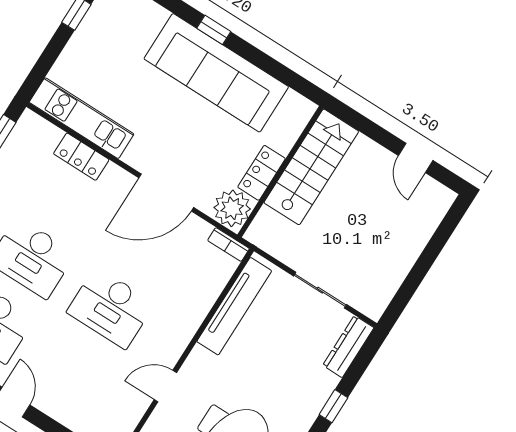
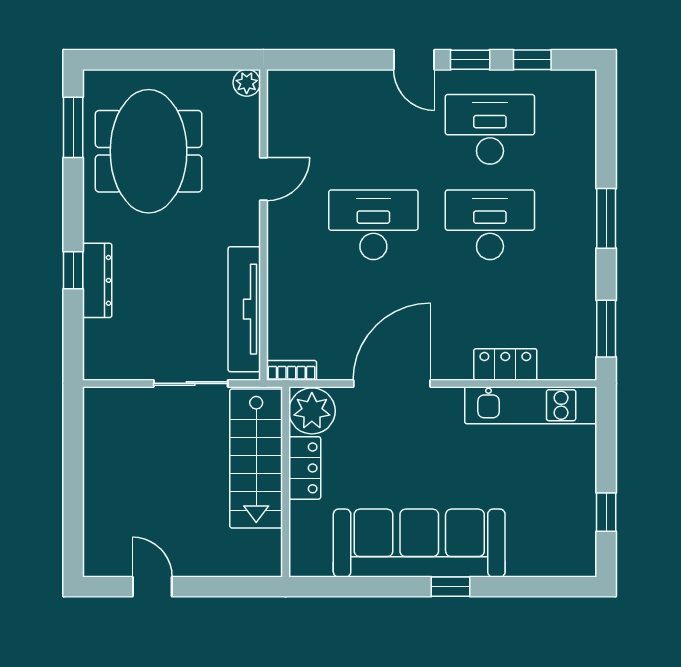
stairs: (311, 167) -> (256, 458), moved
sliding door: (320, 290) -> (191, 383), moved
dresser: (348, 347) -> (97, 280), moved

